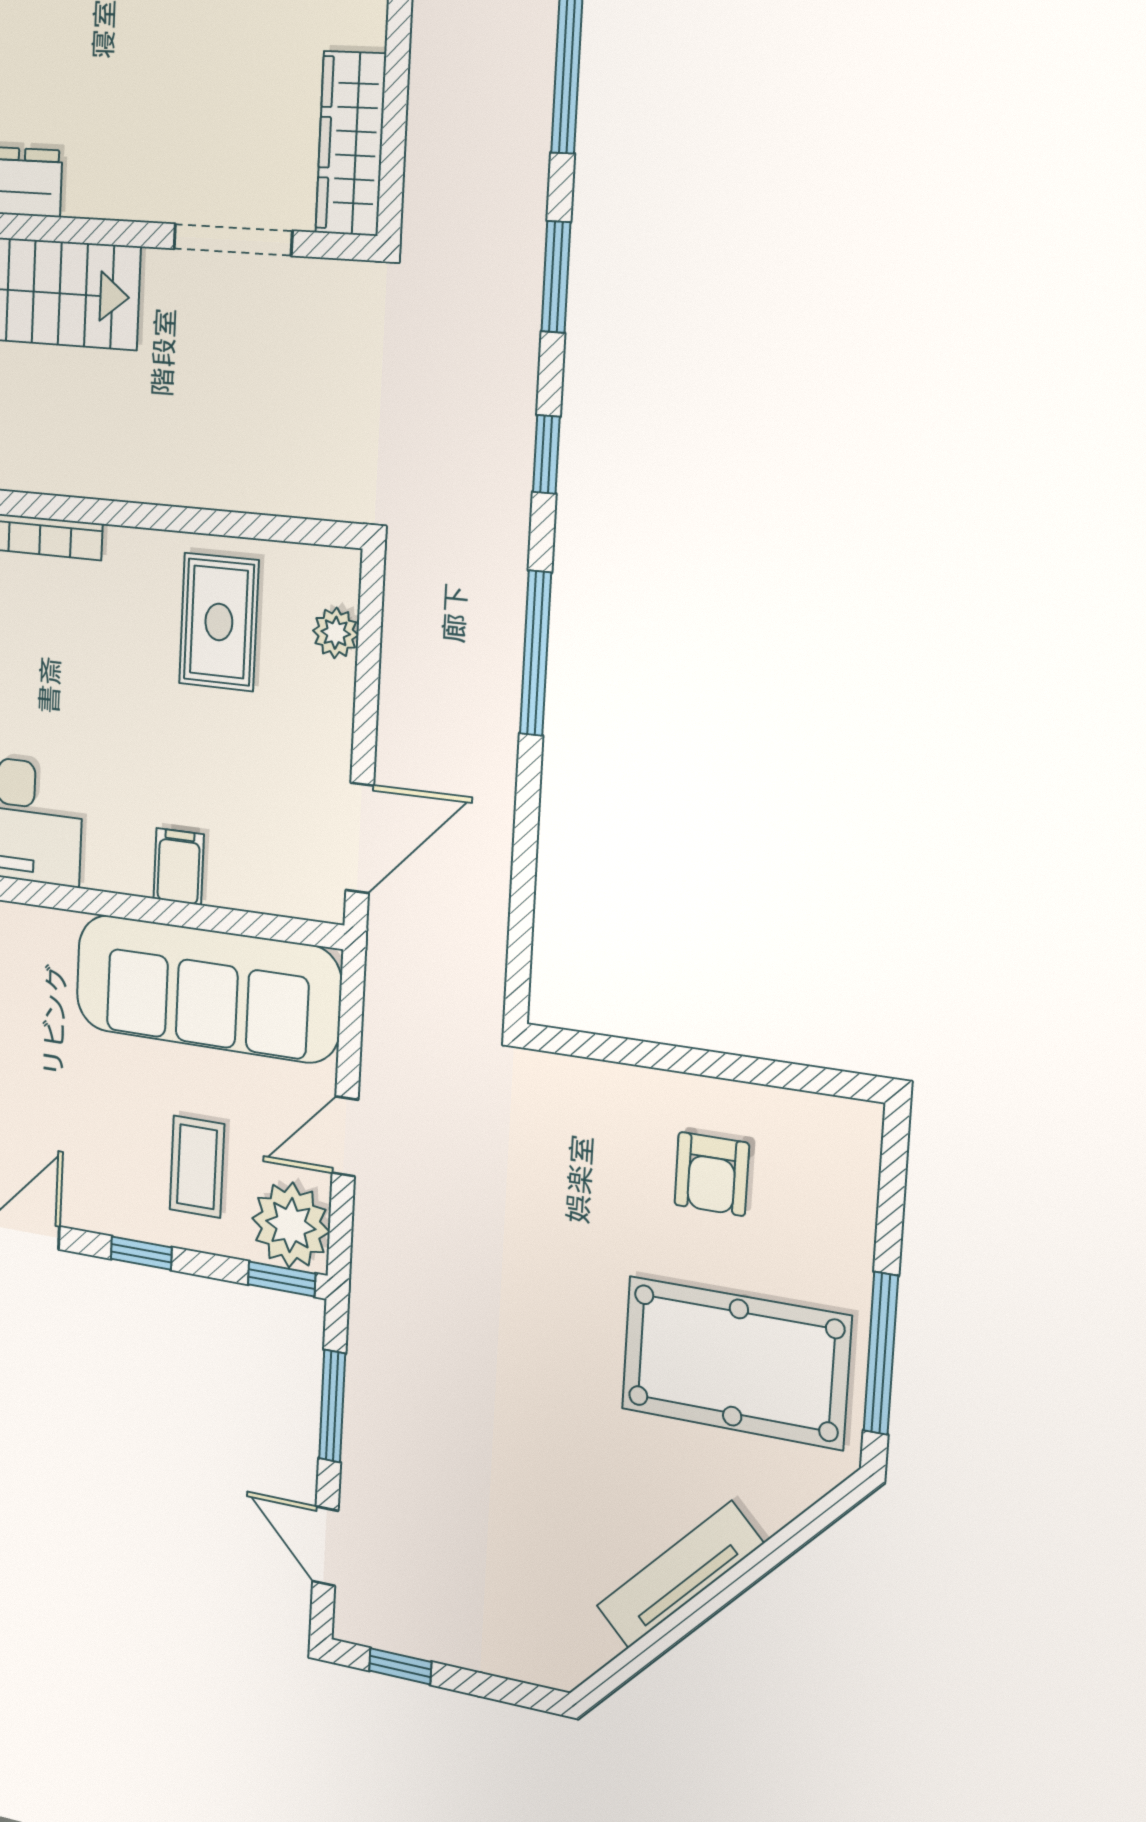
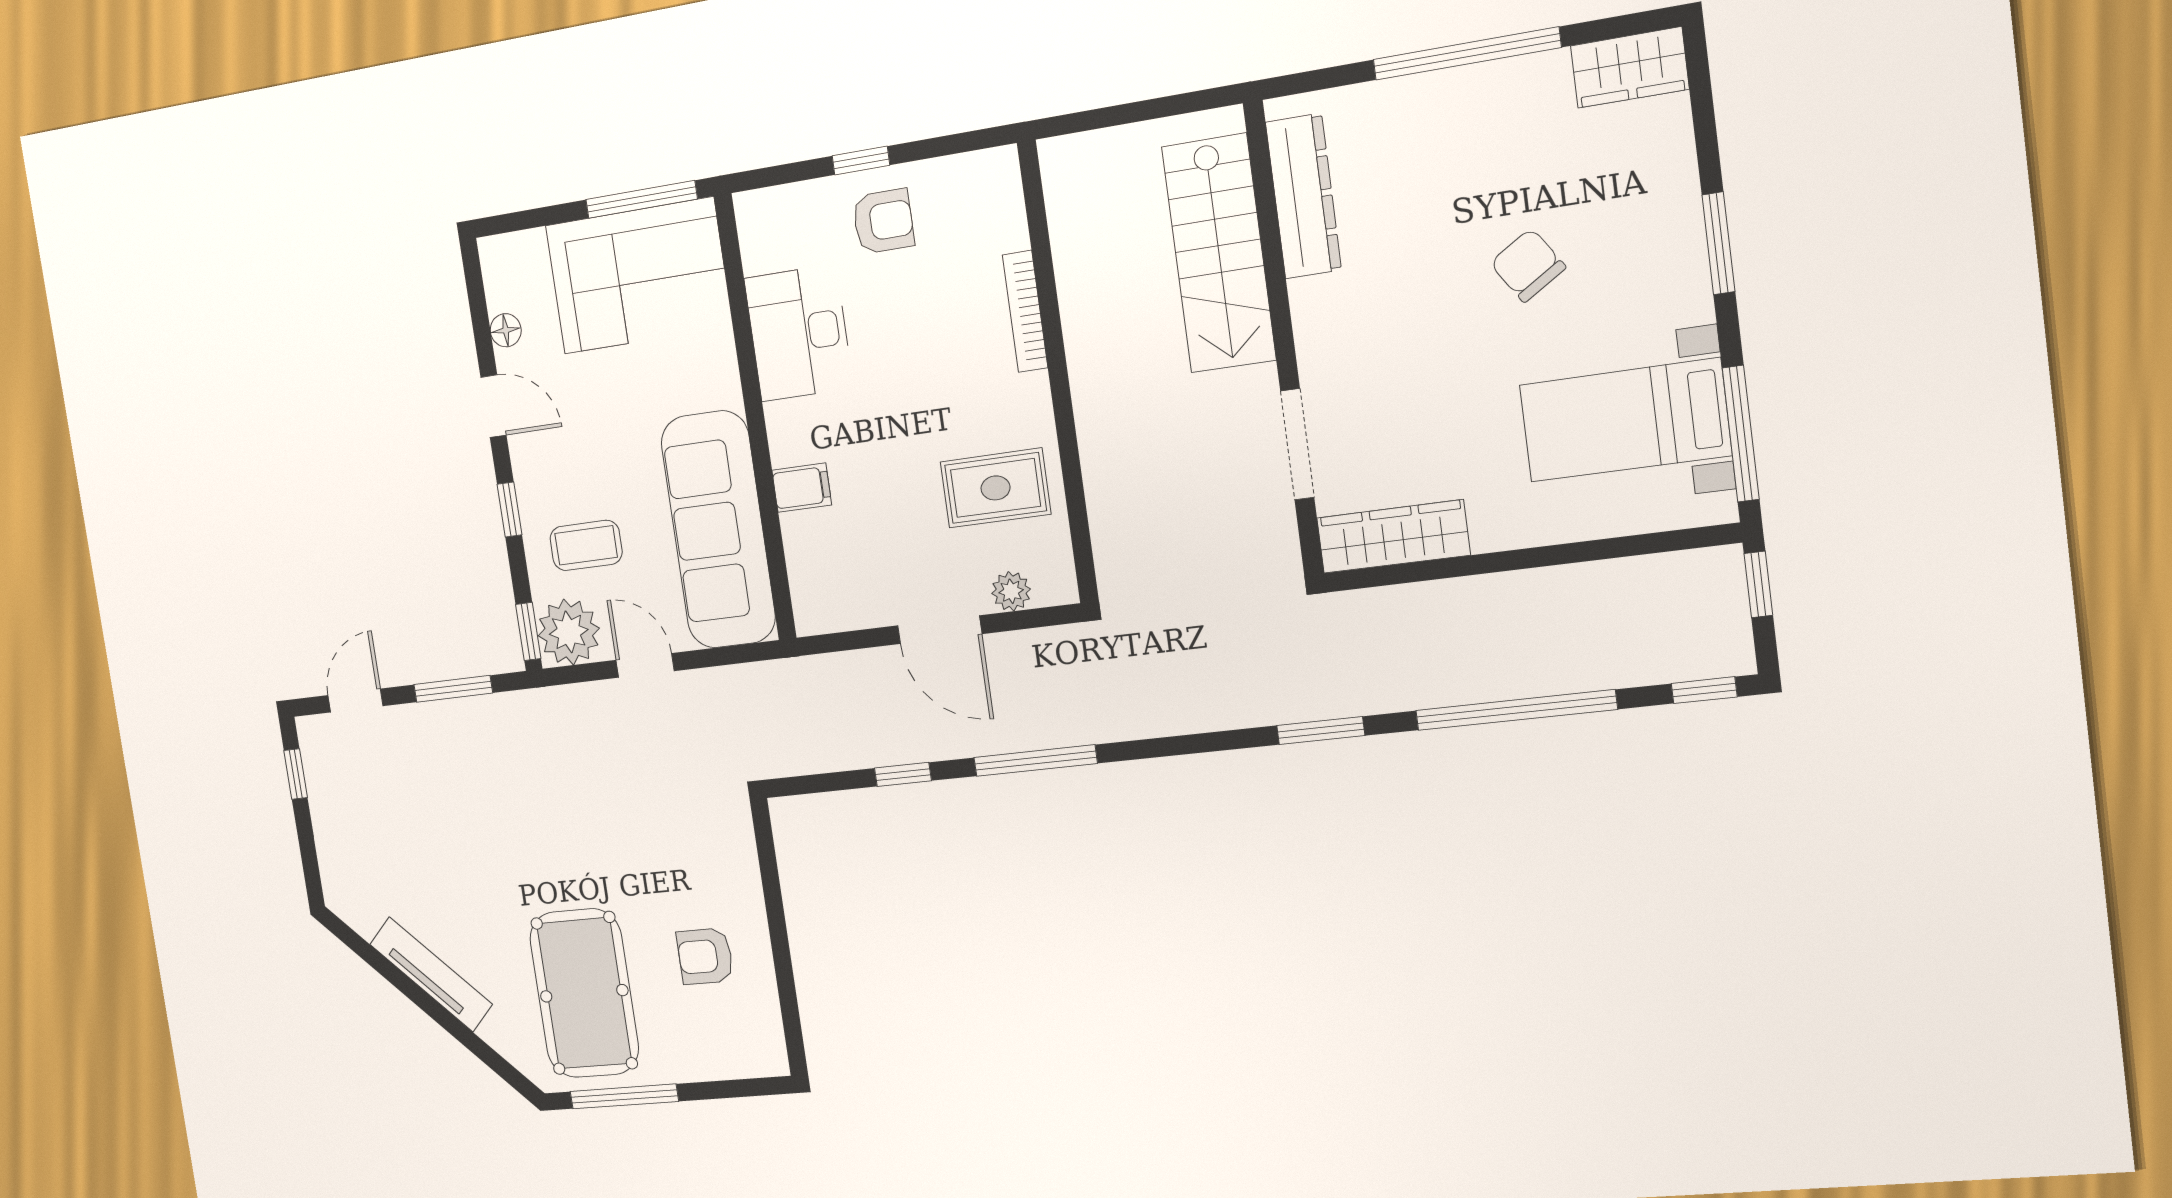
window: (546, 454) -> (903, 774), moved
door: (360, 838) -> (940, 630), moved

